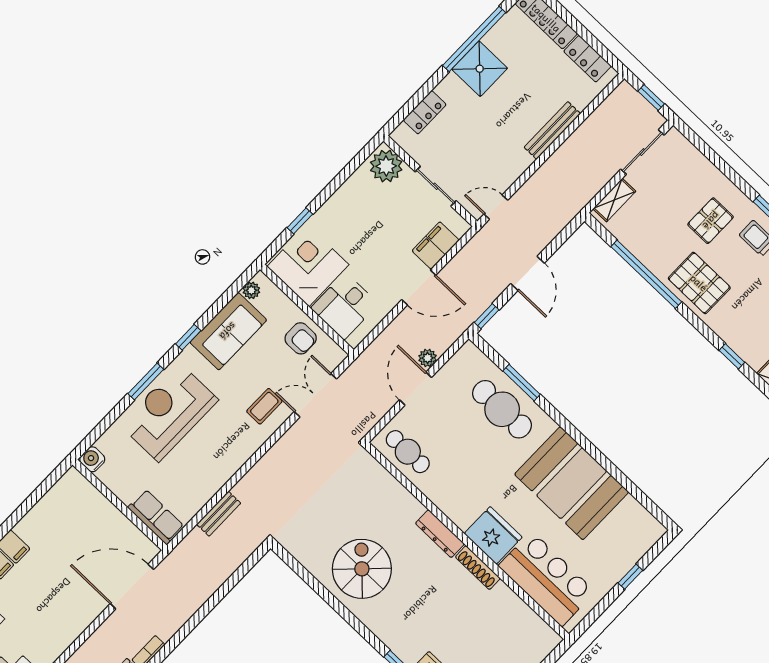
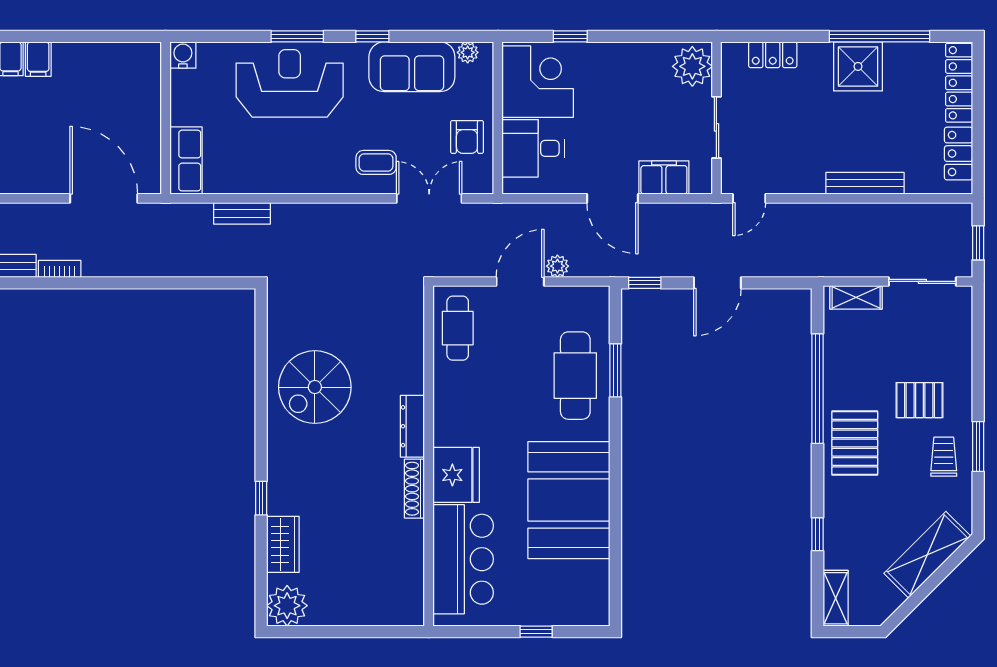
door: (496, 207) -> (749, 198), swing flipped
spiral stairs: (362, 569) -> (315, 387), turned 180

